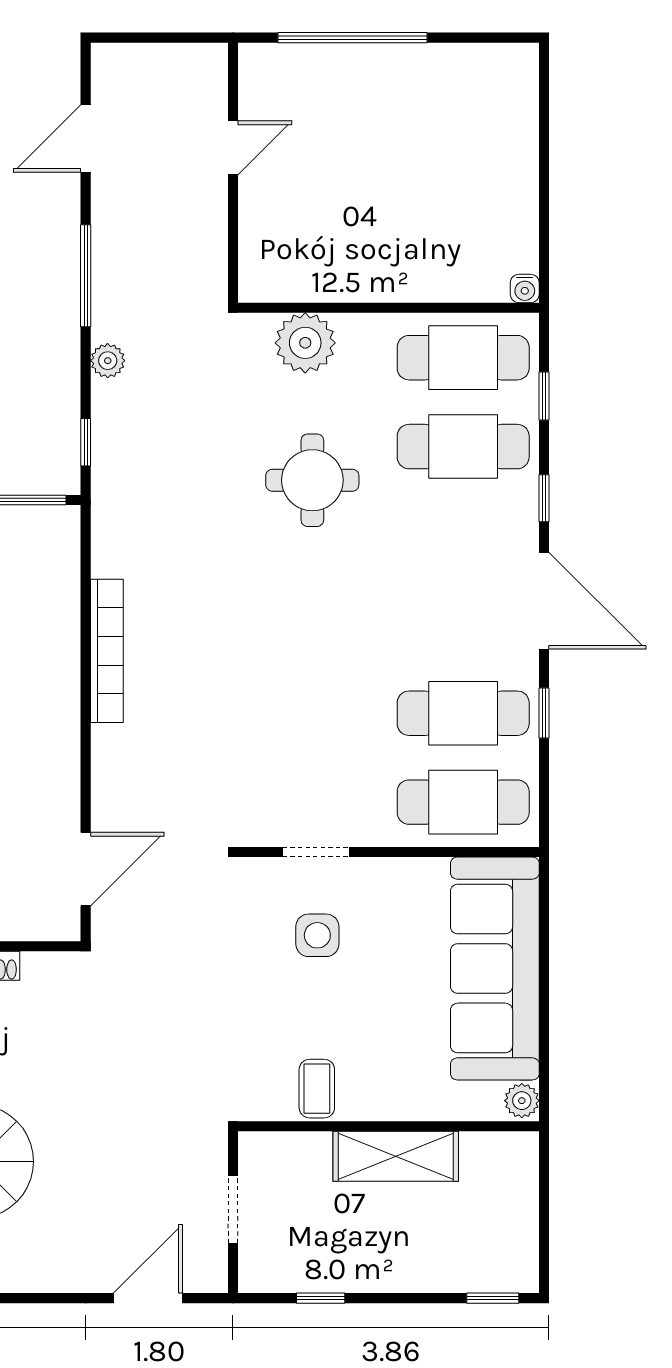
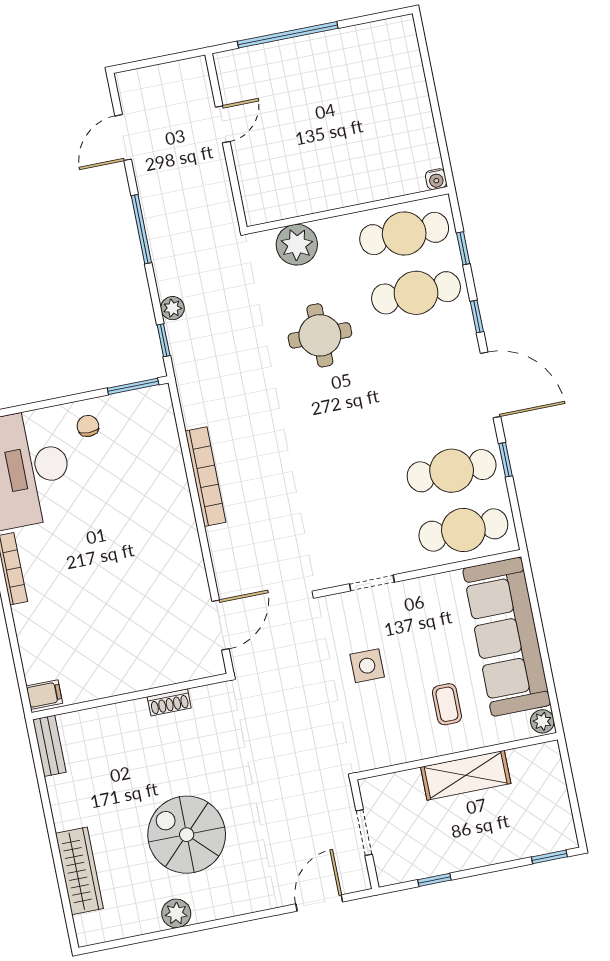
plant: (108, 361) -> (173, 308), moved
side table: (317, 935) -> (367, 666), moved
coffee table: (317, 1089) -> (447, 704), moved

